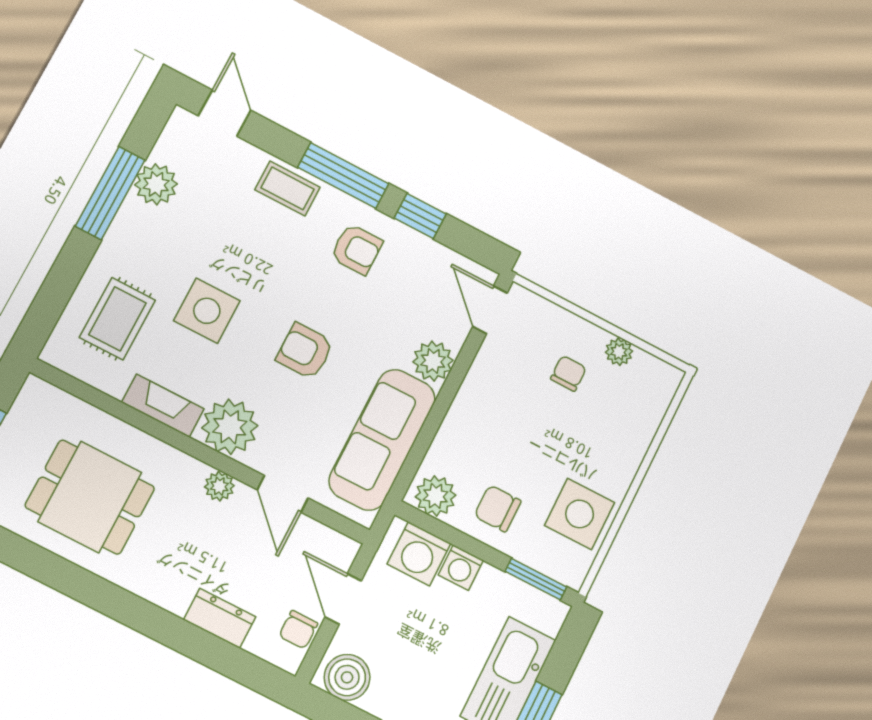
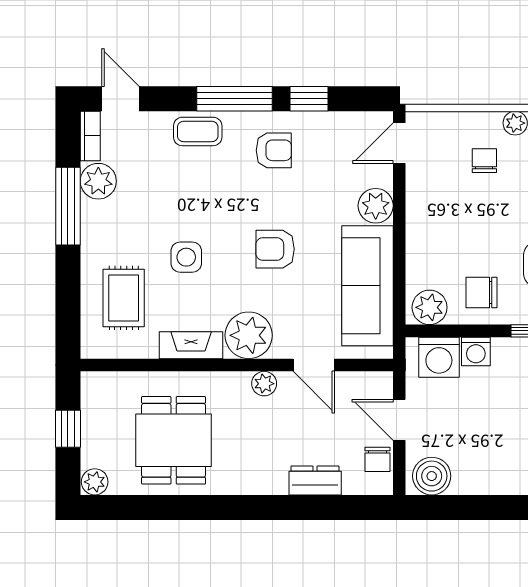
bookcase: (173, 134) -> (90, 136), added
door: (490, 310) -> (399, 143), hinge flipped
side table: (207, 311) -> (186, 257), width x0.73, depth x0.73
dining table: (90, 497) -> (174, 440), turned 90

